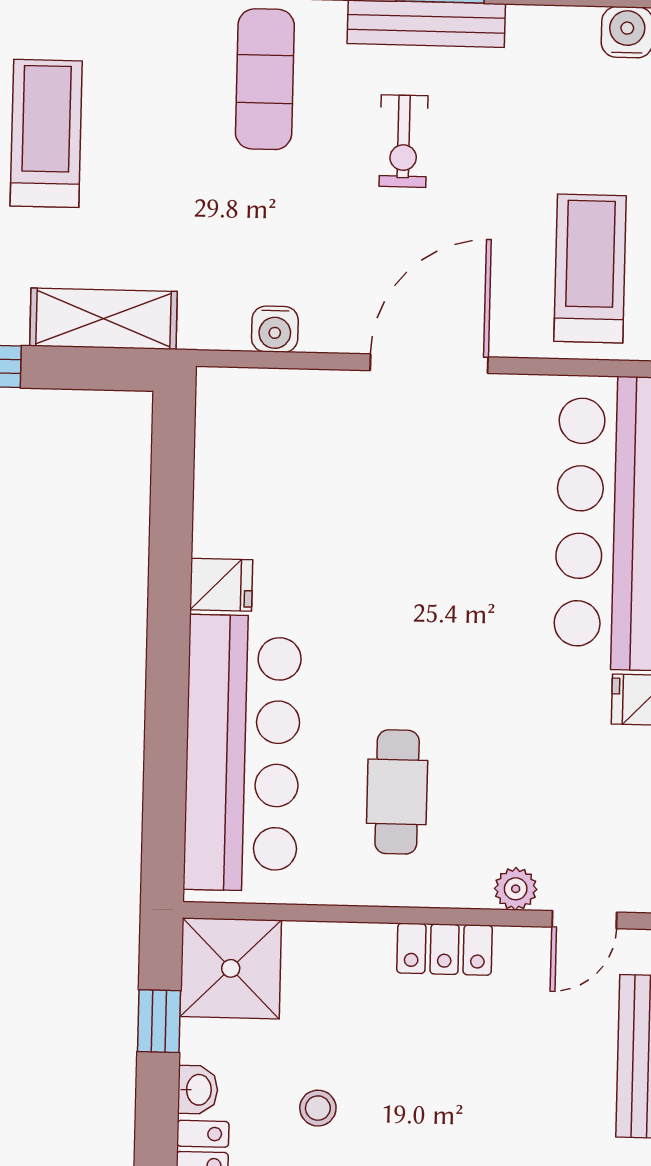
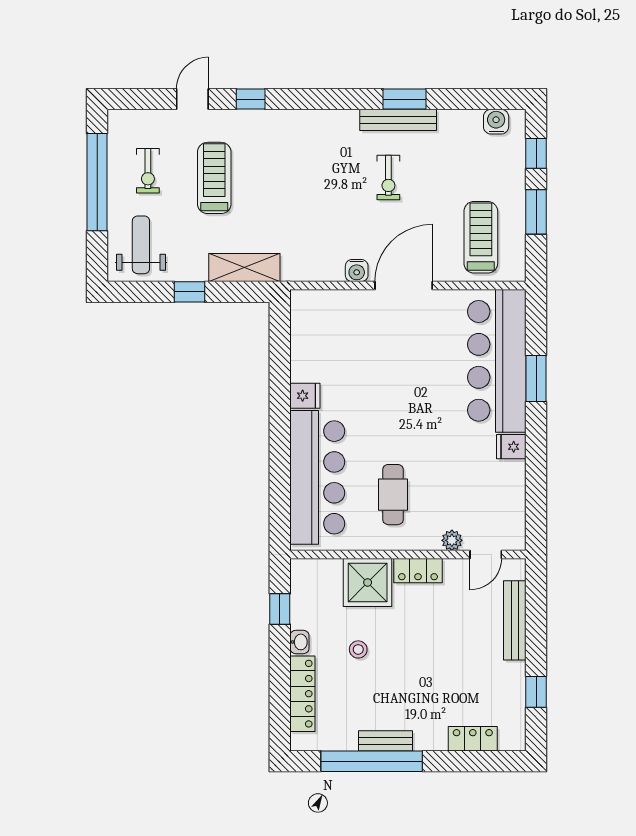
exercise mat: (265, 79) -> (320, 149), removed
water cooler: (275, 329) -> (357, 271), moved
shower: (231, 968) -> (368, 582), moved

